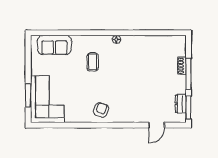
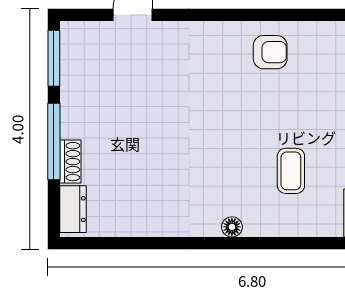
dresser: (181, 104) -> (73, 209), moved
armchair: (101, 110) -> (270, 52), turned -110

